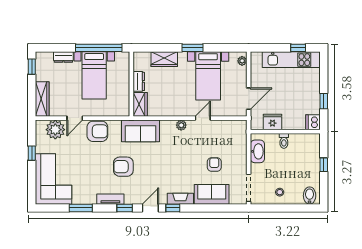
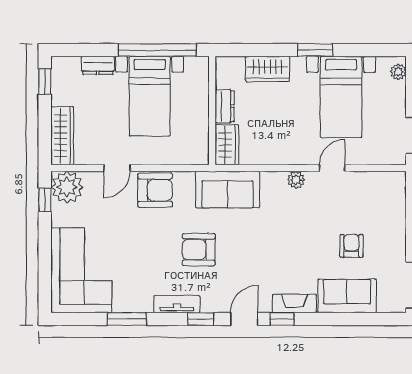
plant: (55, 130) -> (67, 187), moved
window: (32, 153) -> (45, 200), moved

